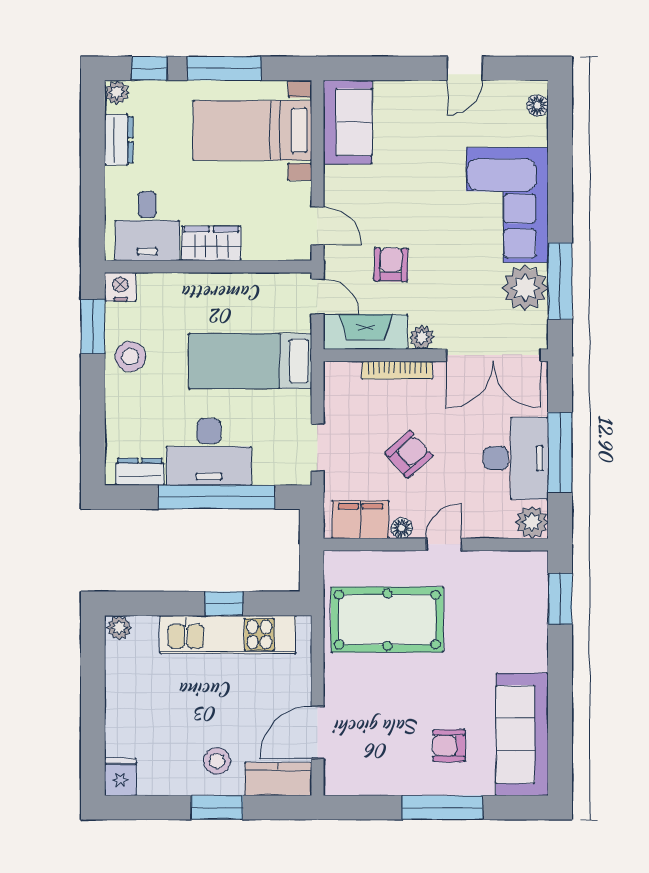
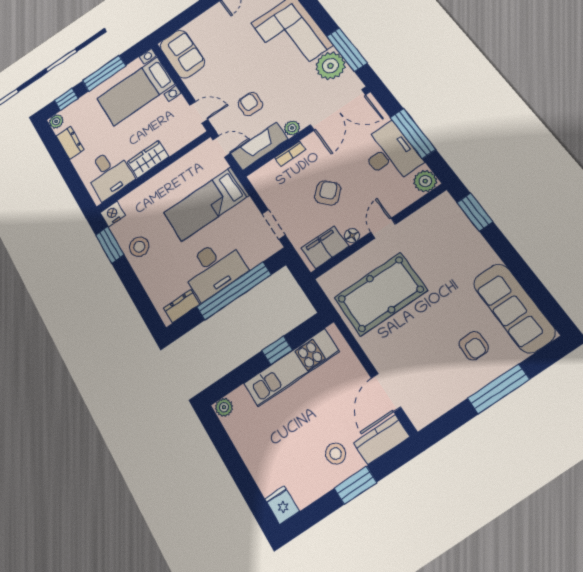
bookcase: (397, 370) -> (290, 154), width x0.64
armchair: (449, 746) -> (474, 346), turned -90

